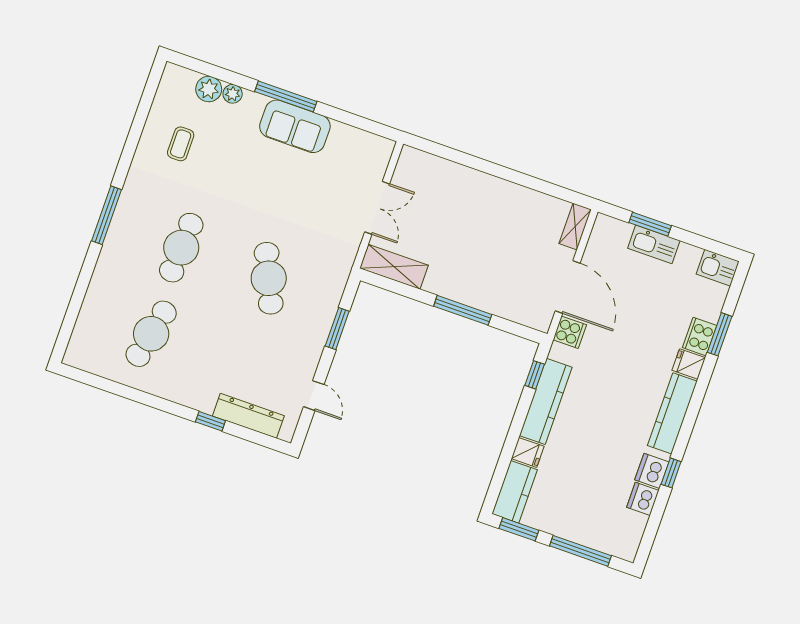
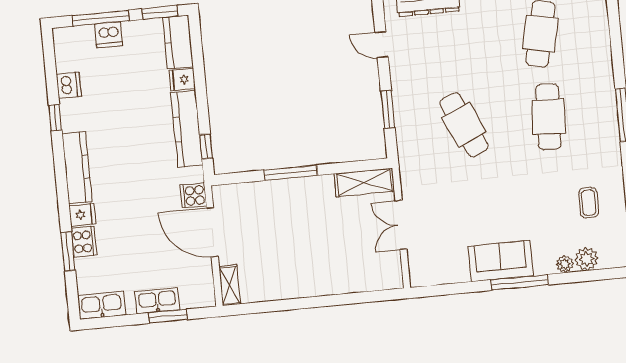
kitchen sink: (718, 268) -> (102, 305), width x1.38
dishwasher: (652, 471) -> (109, 35), moved, turned 90

